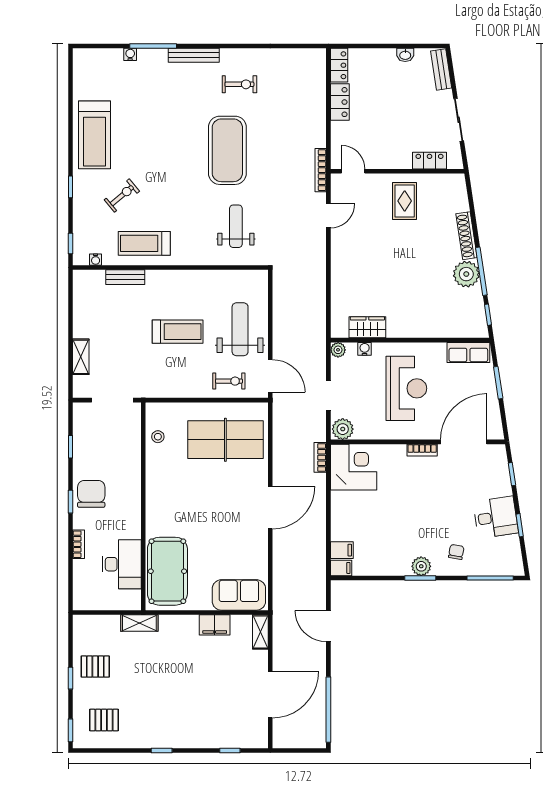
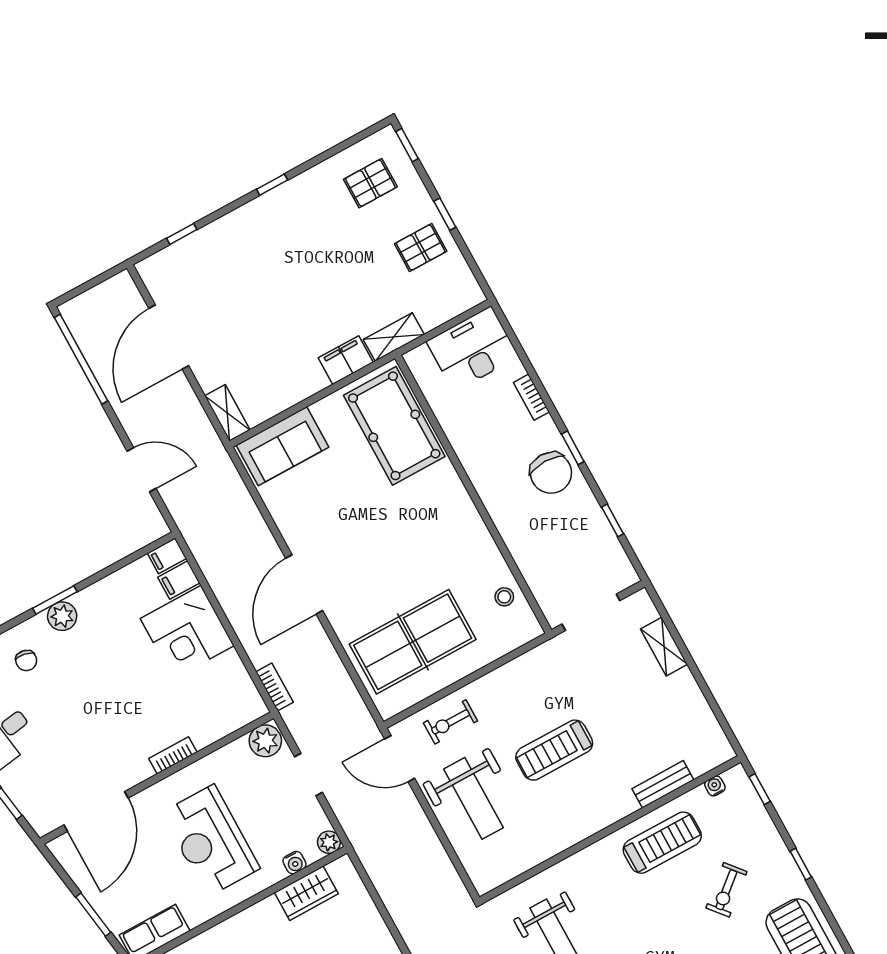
bookcase: (422, 450) -> (173, 755), moved
corner desk: (354, 467) -> (187, 632), moved
desk: (122, 564) -> (473, 349), moved, turned 90
filing cabinet: (215, 625) -> (346, 360), moved

